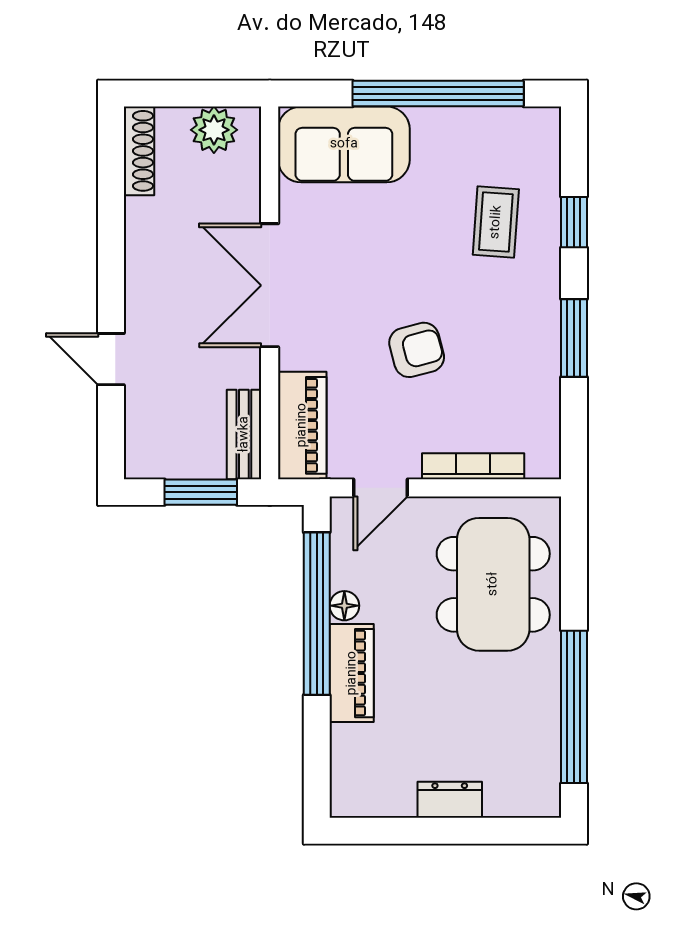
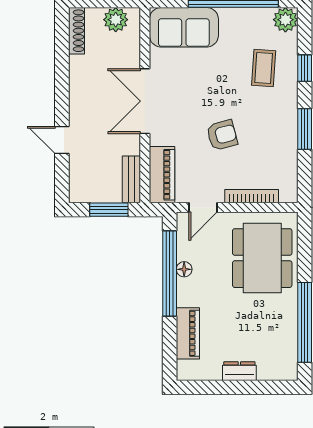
plant: (538, 130) -> (285, 20), added
piano: (352, 673) -> (188, 333), moved

